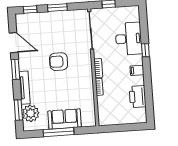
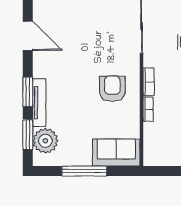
armchair: (59, 62) -> (112, 89), moved, turned 90
window: (15, 69) -> (28, 92), moved
sofa: (65, 119) -> (116, 153), moved

